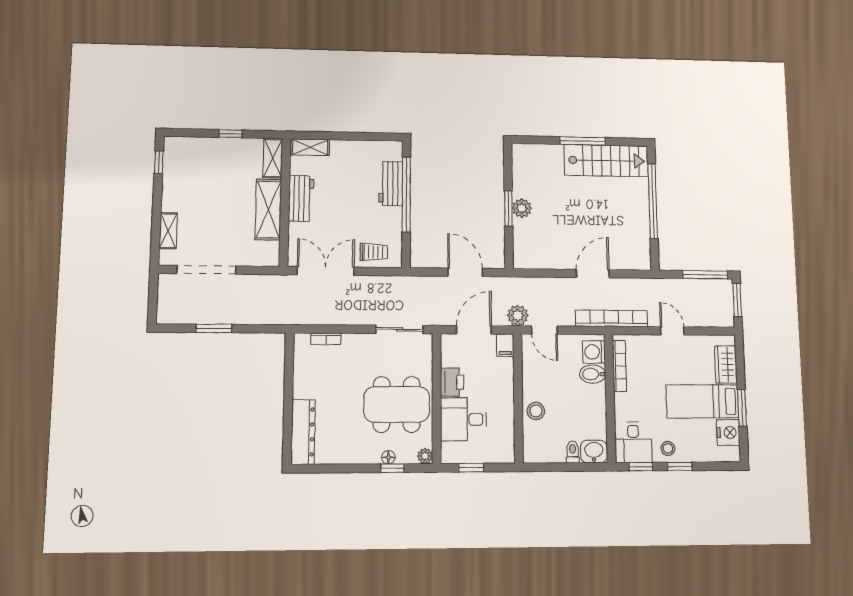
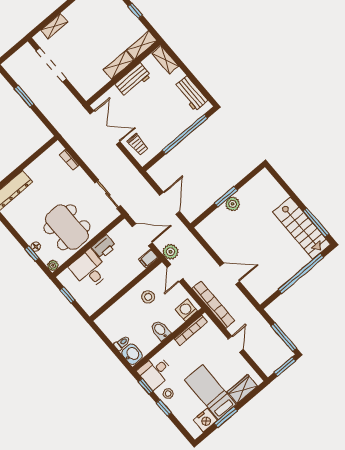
window: (583, 141) -> (316, 222), moved
workbench: (391, 184) -> (191, 93), moved, turned -90
shelving: (268, 209) -> (119, 65), width x0.67, depth x0.75
bidet: (593, 374) -> (161, 330), moved
stool: (536, 411) -> (148, 297), moved

